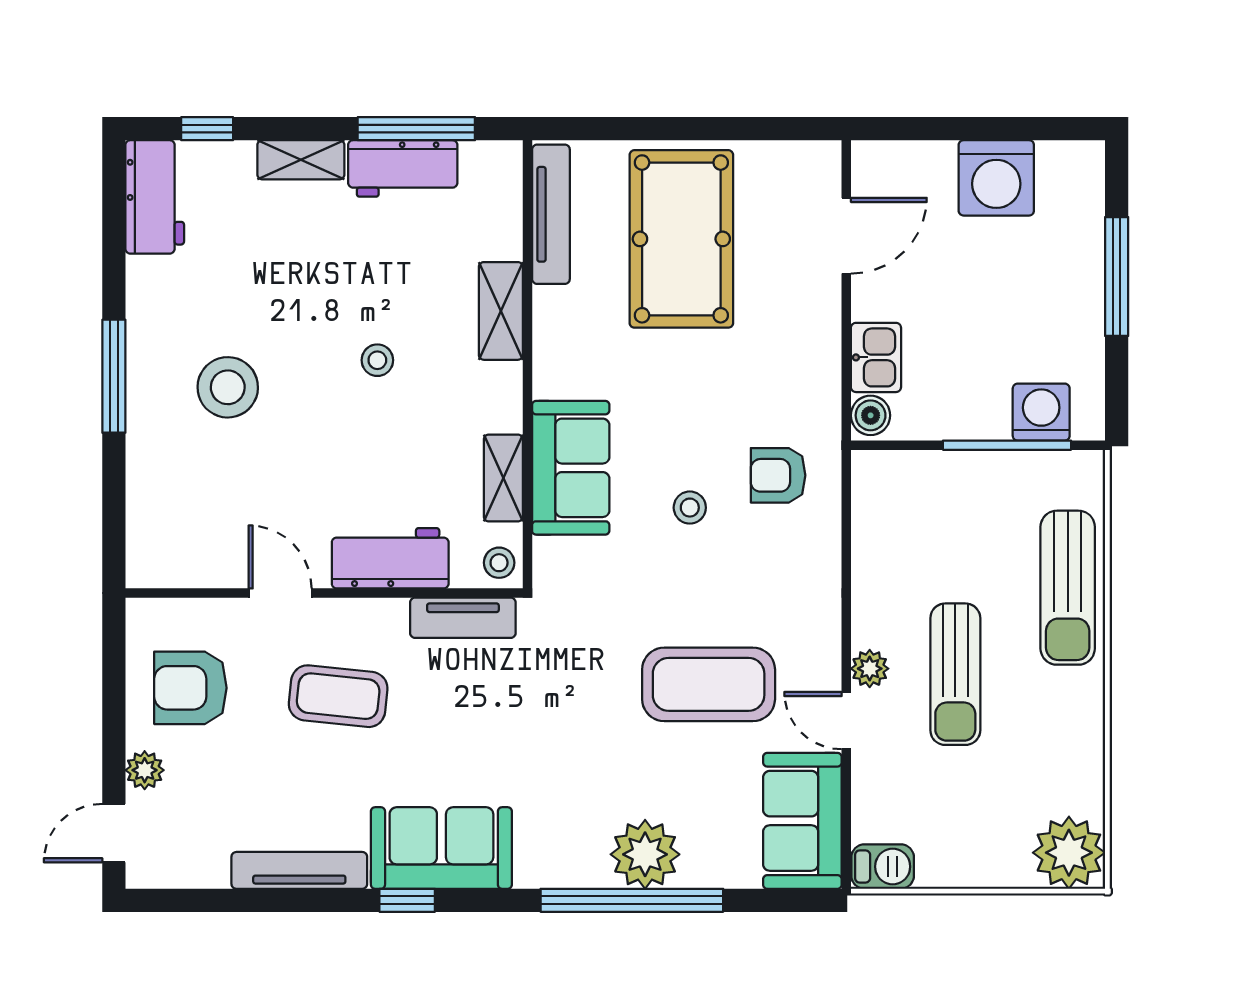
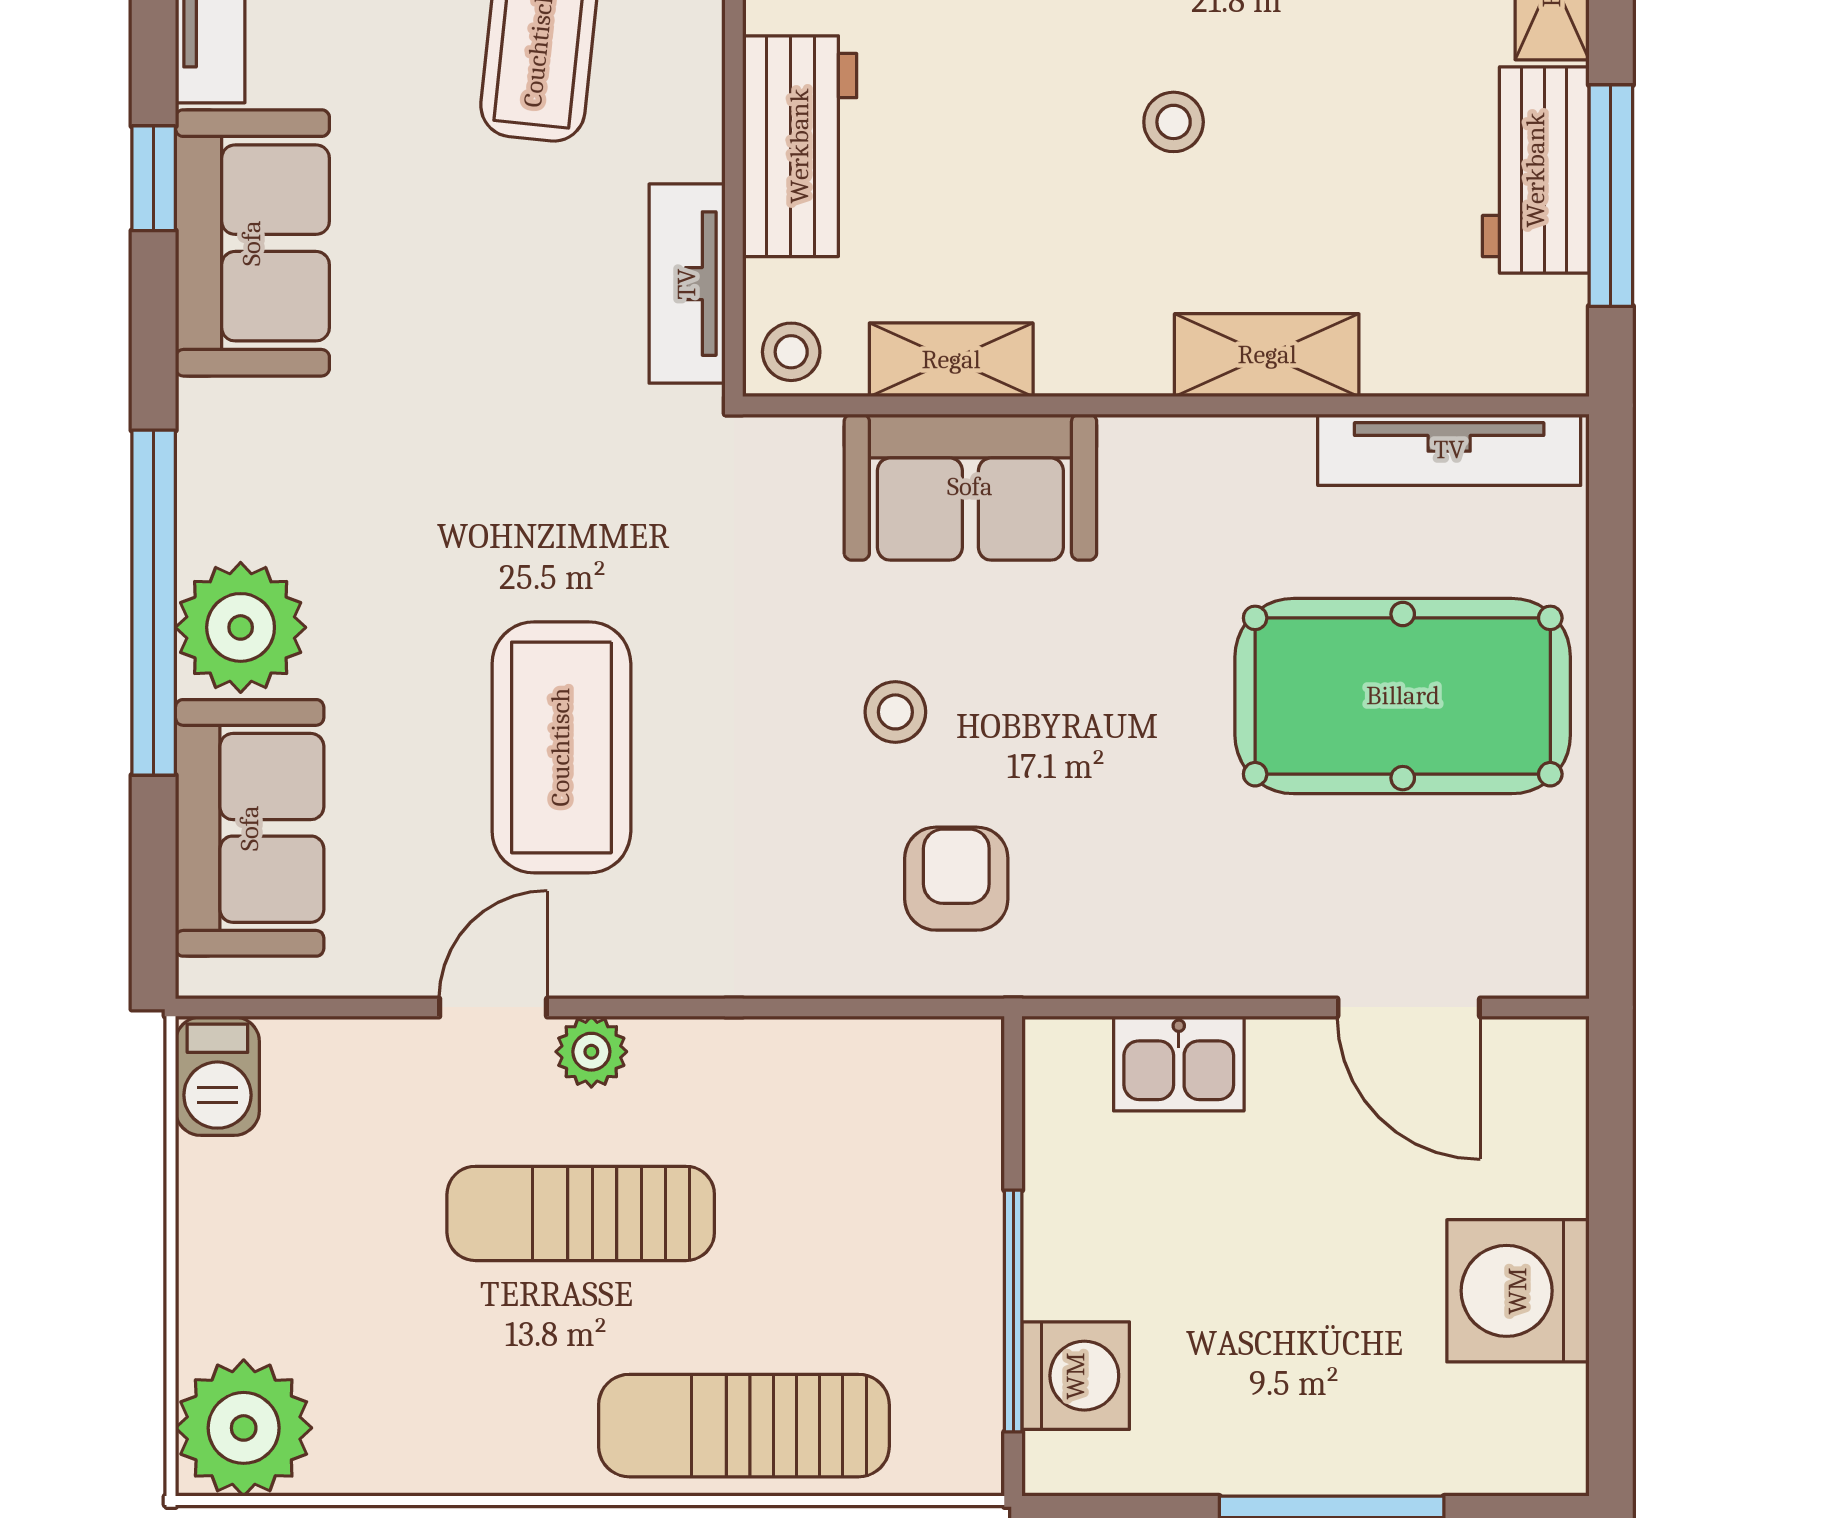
boiler: (871, 415) -> (1069, 1053), removed
sofa: (802, 821) -> (250, 828), moved, turned 90

